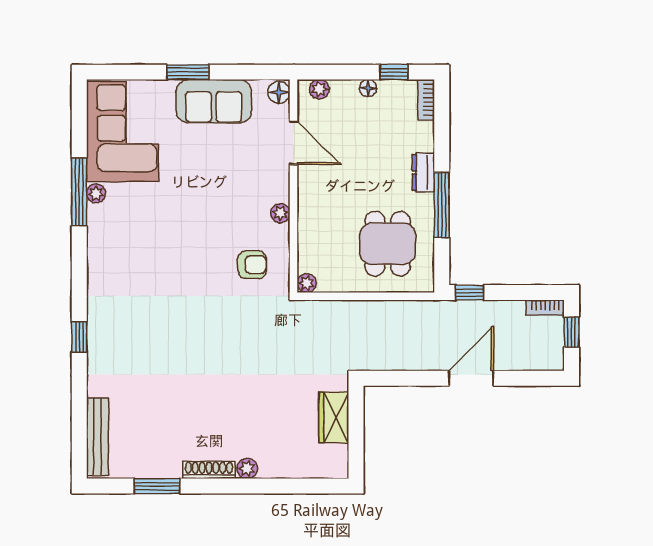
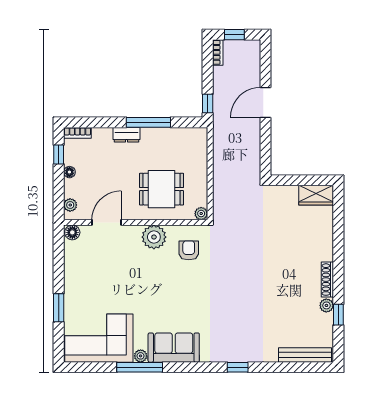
window: (188, 72) -> (59, 308), moved
sofa: (214, 101) -> (174, 348), moved, turned -90
plant: (280, 213) -> (154, 237), width x1.87, depth x1.87
dining table: (388, 244) -> (162, 189), moved
door: (471, 378) -> (266, 102), hinge flipped
wardrobe: (334, 417) -> (316, 195), moved
plant: (247, 469) -> (326, 305), moved
window: (157, 486) -> (338, 315), width x0.67

